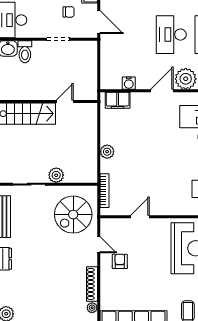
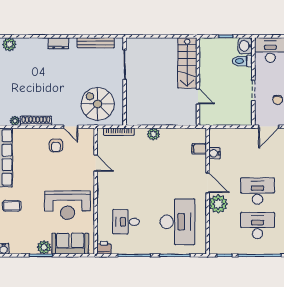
filing cabinet: (118, 100) -> (199, 149), width x0.50
plant: (56, 175) -> (133, 89), removed
door: (99, 245) -> (71, 127), hinge flipped
armchair: (120, 261) -> (56, 145), turned 90

